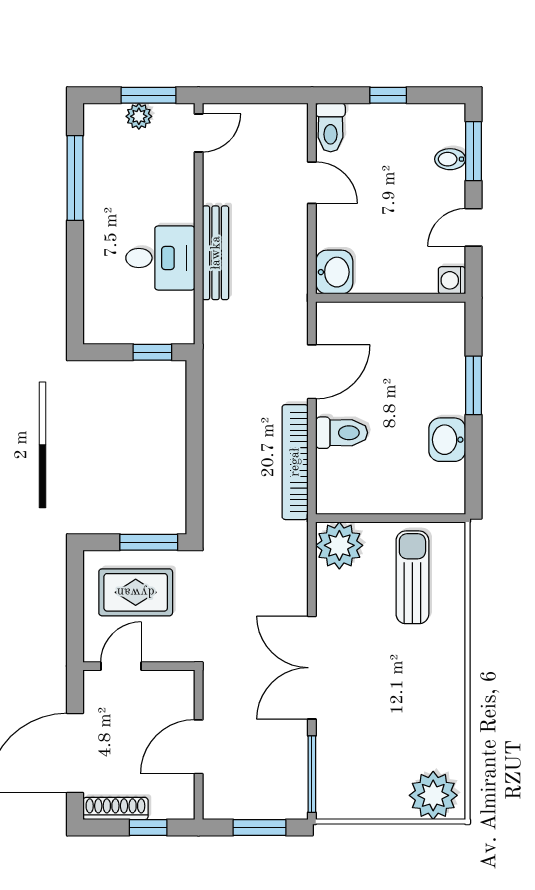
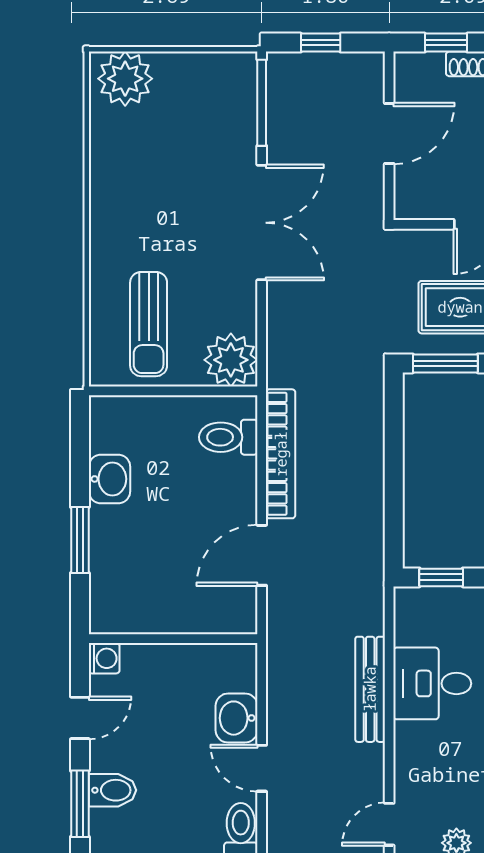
bidet: (450, 159) -> (112, 790), width x1.38, depth x1.36
washbasin: (334, 272) -> (237, 718), moved
toilet: (342, 433) -> (228, 437), moved
window: (259, 828) -> (321, 43), width x0.67

